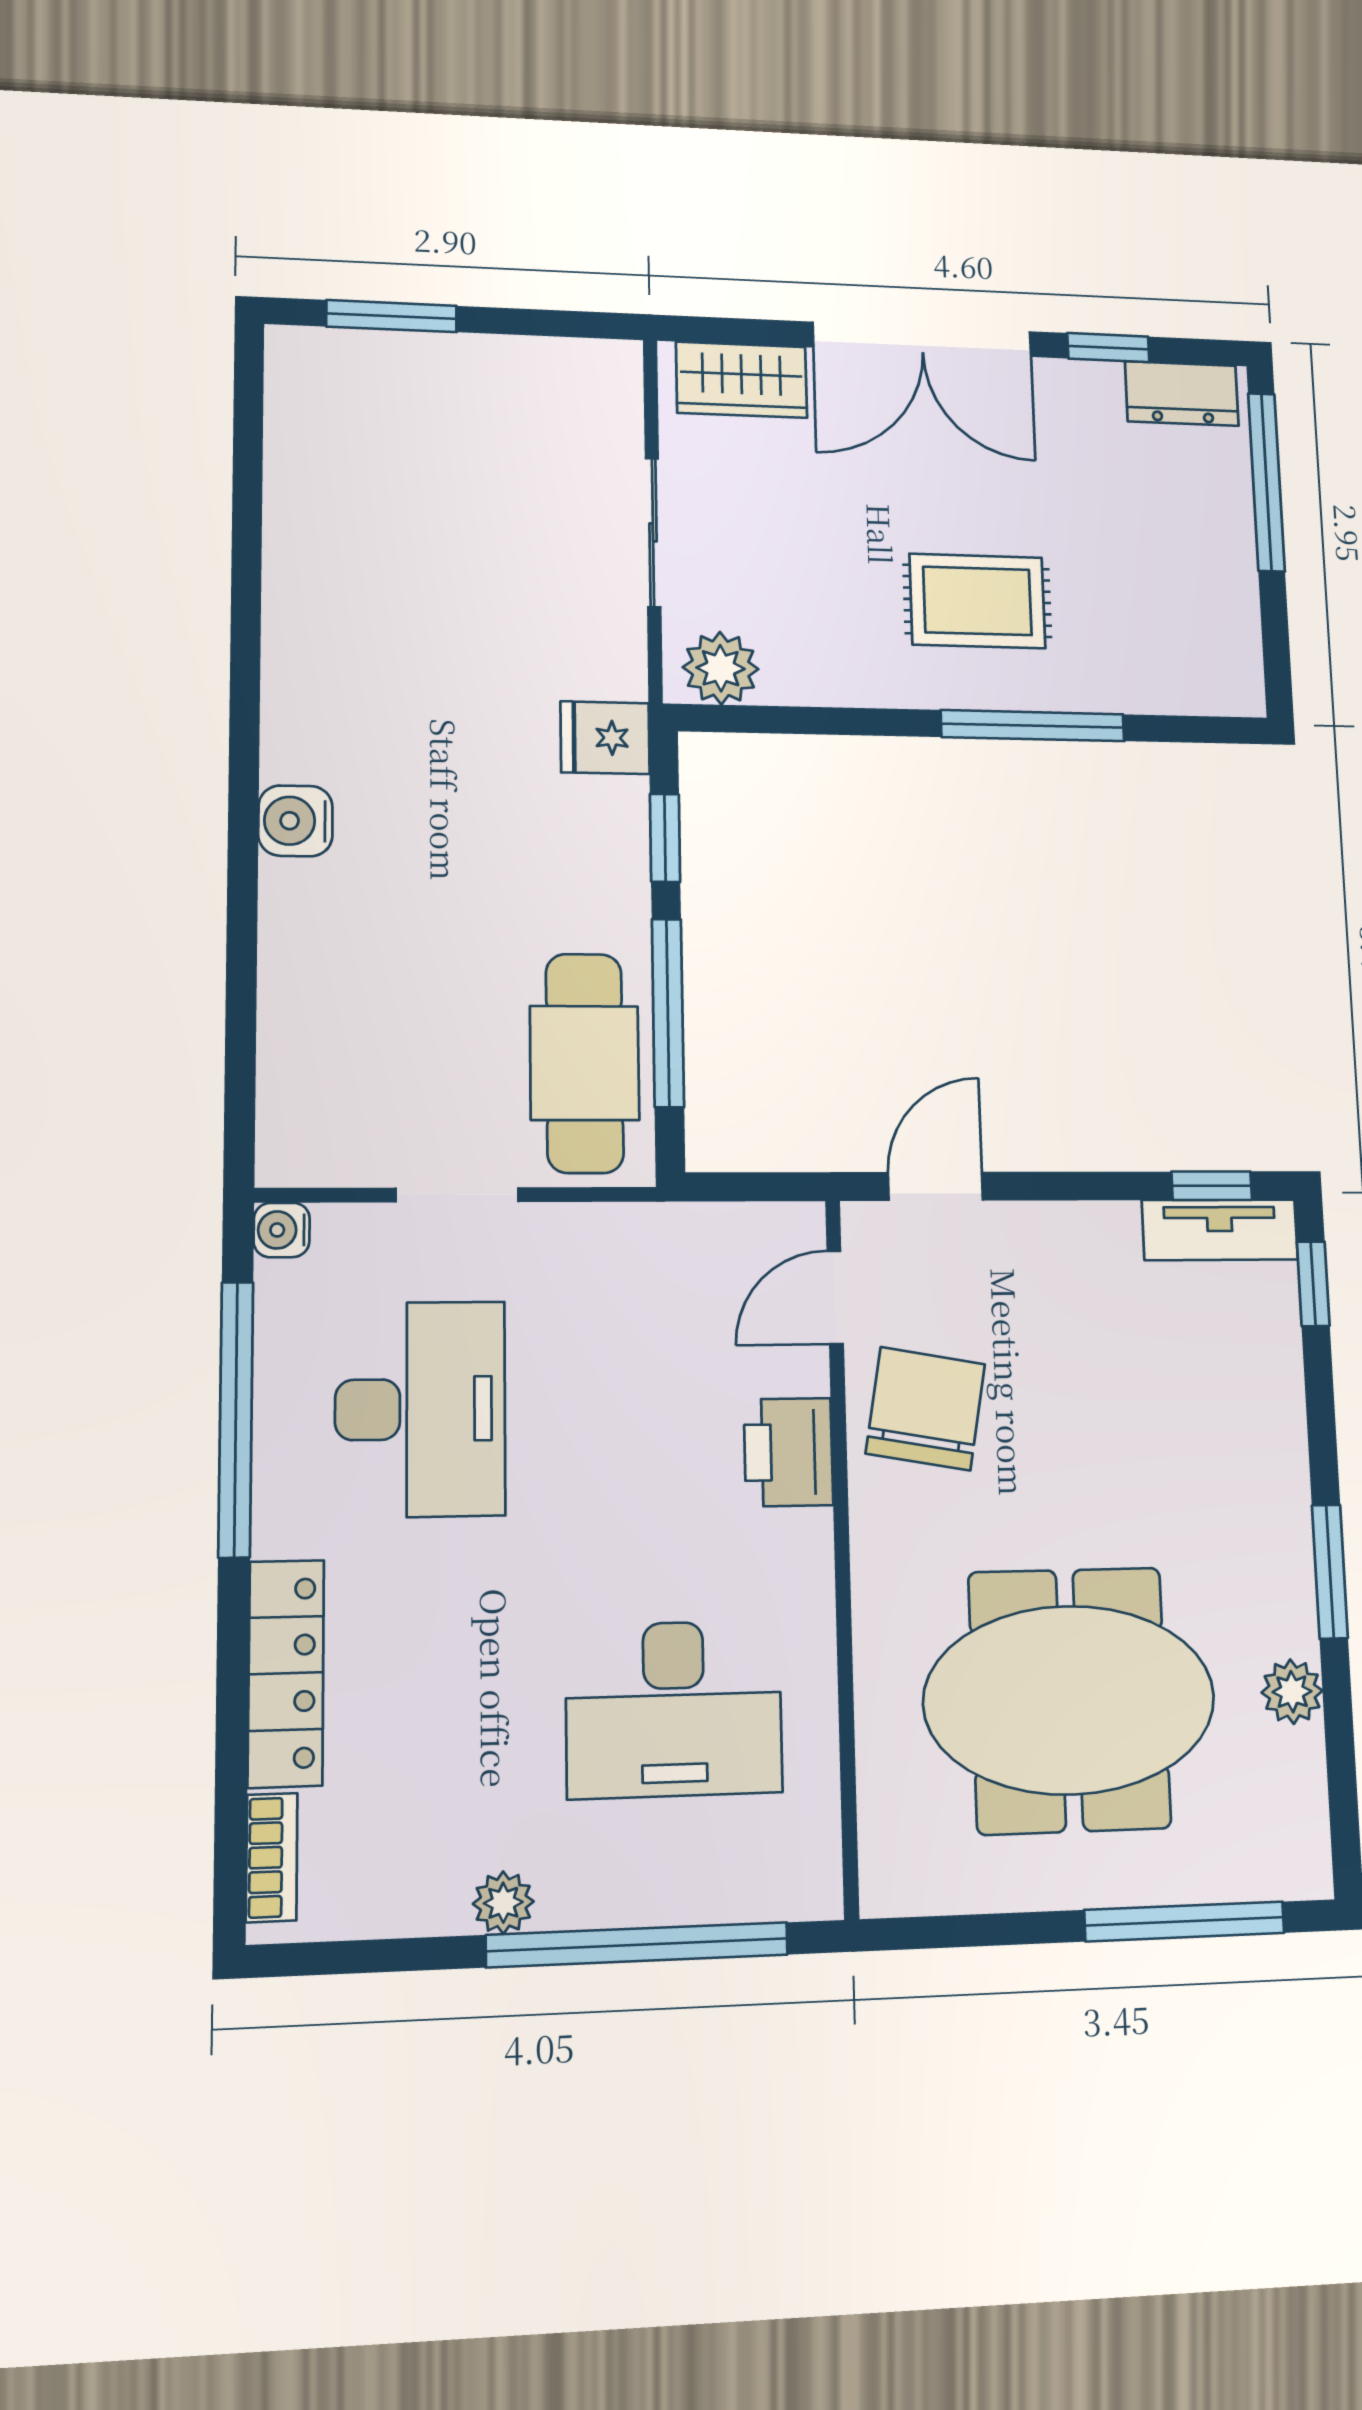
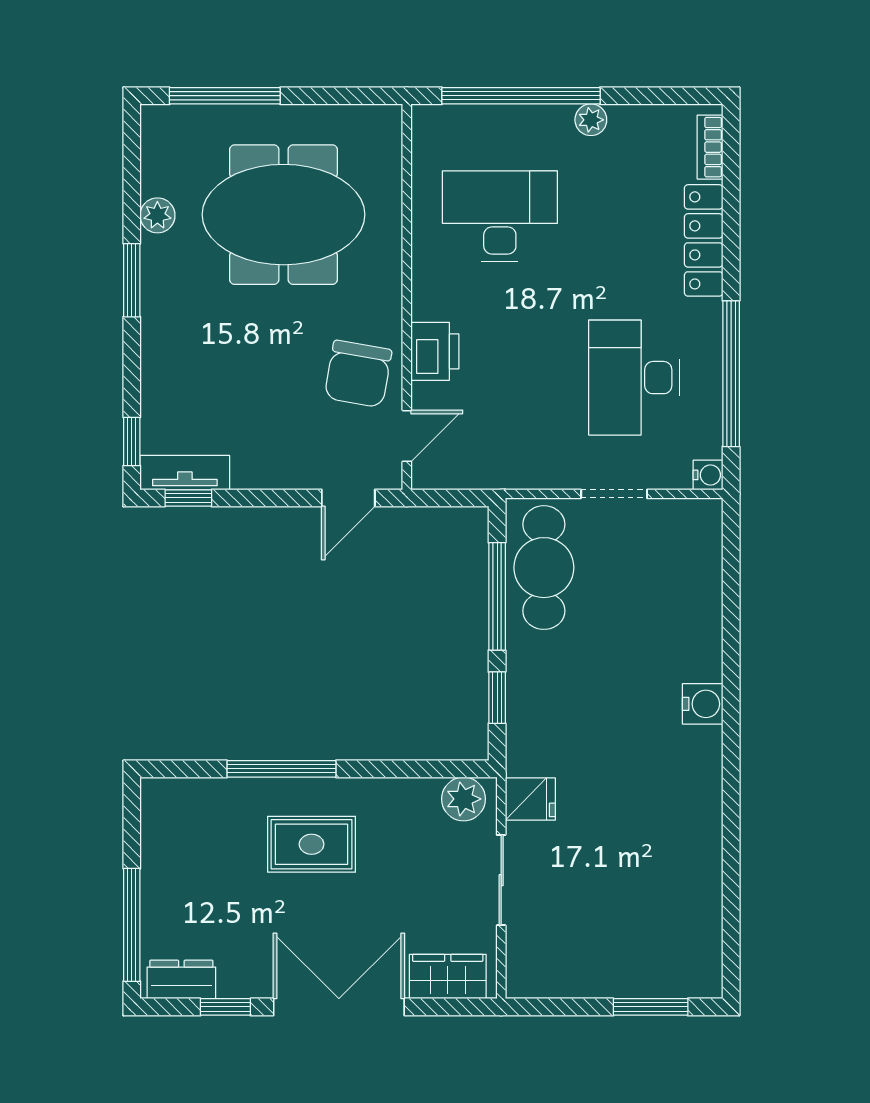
fridge: (605, 738) -> (530, 799), moved

